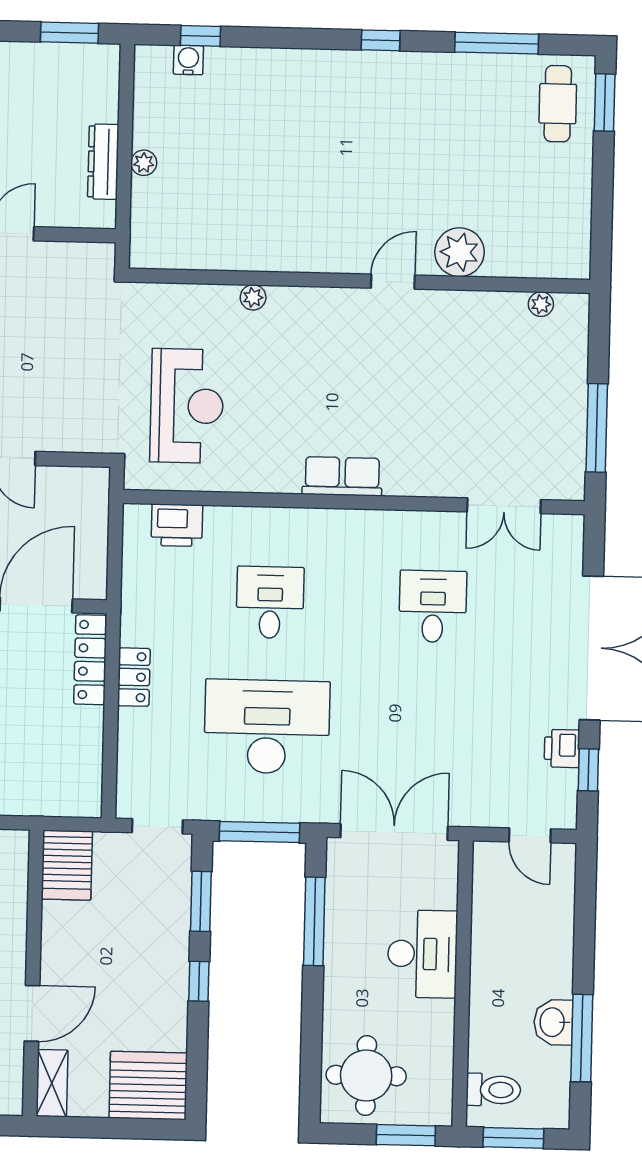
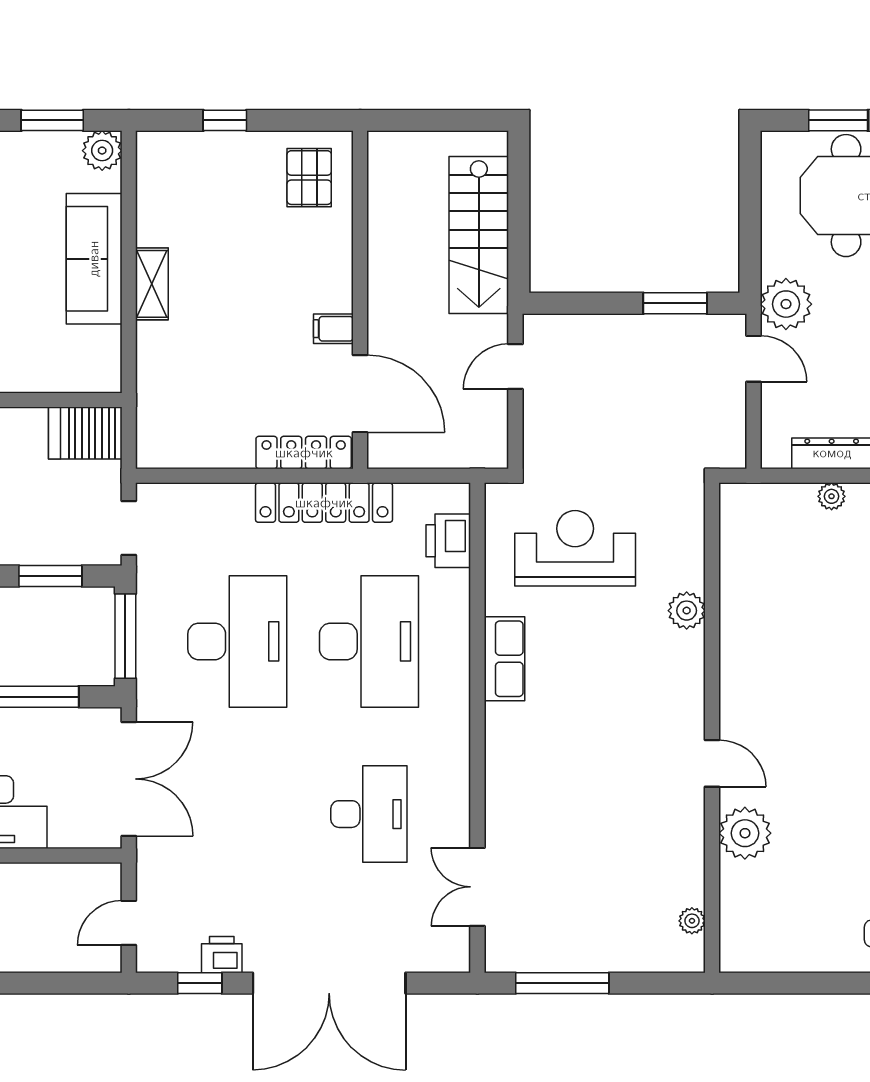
plant: (253, 297) -> (687, 611), width x1.38, depth x1.38
reception desk: (187, 406) -> (575, 548), turned 180
row of seats: (342, 476) -> (504, 659), moved
desk: (270, 602) -> (369, 641), width x1.87, depth x1.30
desk: (433, 606) -> (369, 814), width x1.37
locker: (134, 677) -> (324, 503), width x2.16, depth x1.21

